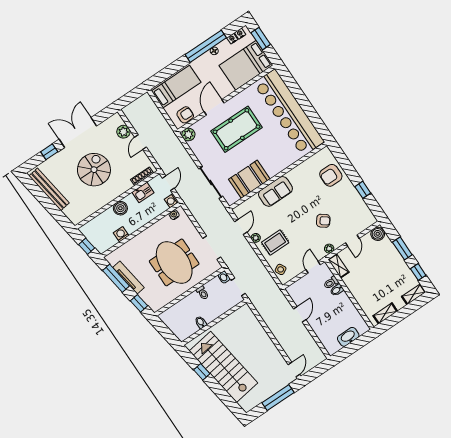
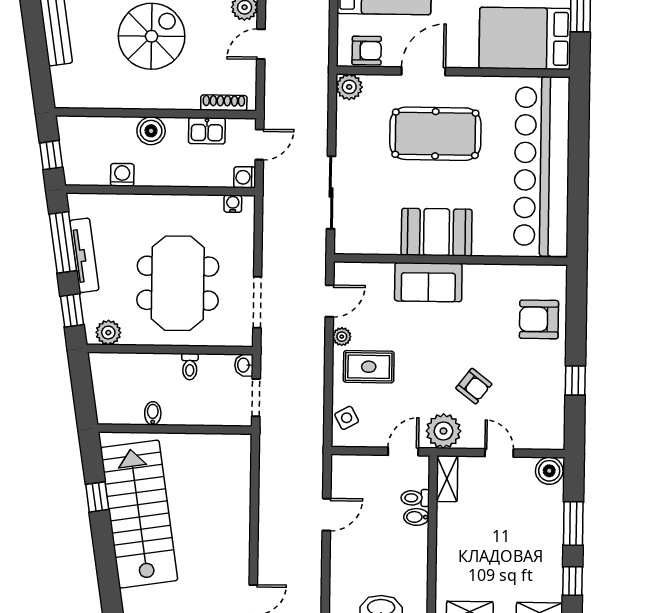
booth: (249, 179) -> (437, 232), moved
door: (352, 241) -> (499, 453), swing flipped
plant: (329, 249) -> (443, 431), width x1.87, depth x1.87
plant: (160, 302) -> (108, 333), added

